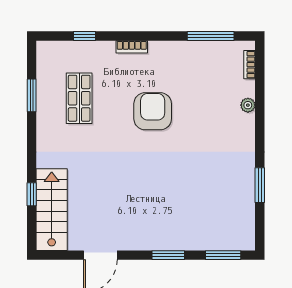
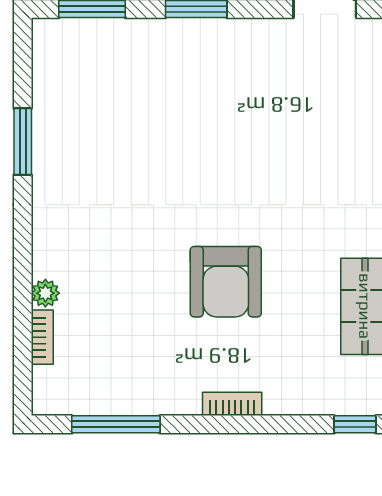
bookcase: (132, 47) -> (232, 404), moved
bookcase: (249, 65) -> (42, 337), moved

